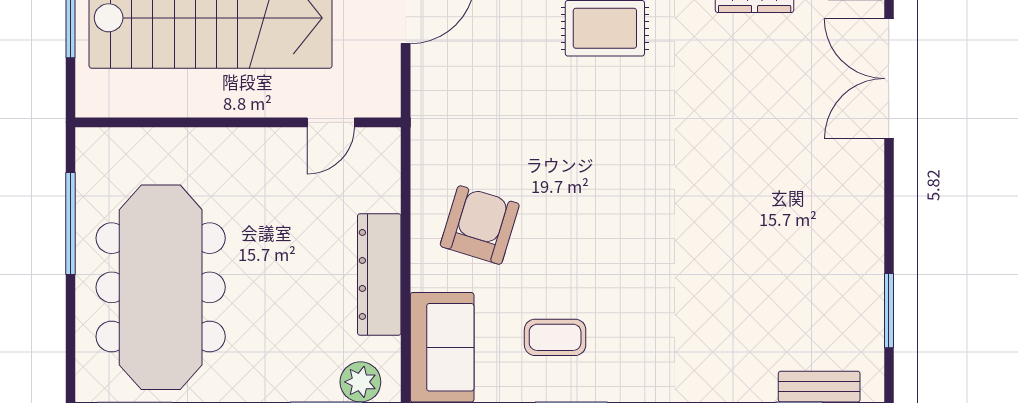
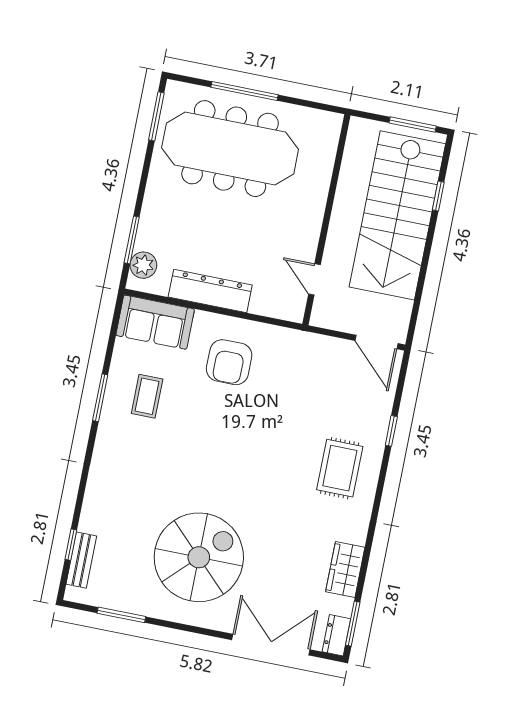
spiral stairs: (780, 212) -> (199, 557), added
window: (70, 224) -> (244, 91), moved
armchair: (480, 225) -> (229, 362), turned 73

